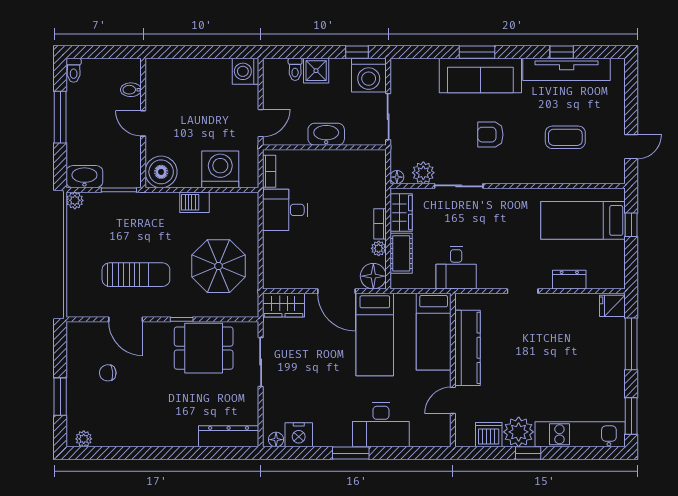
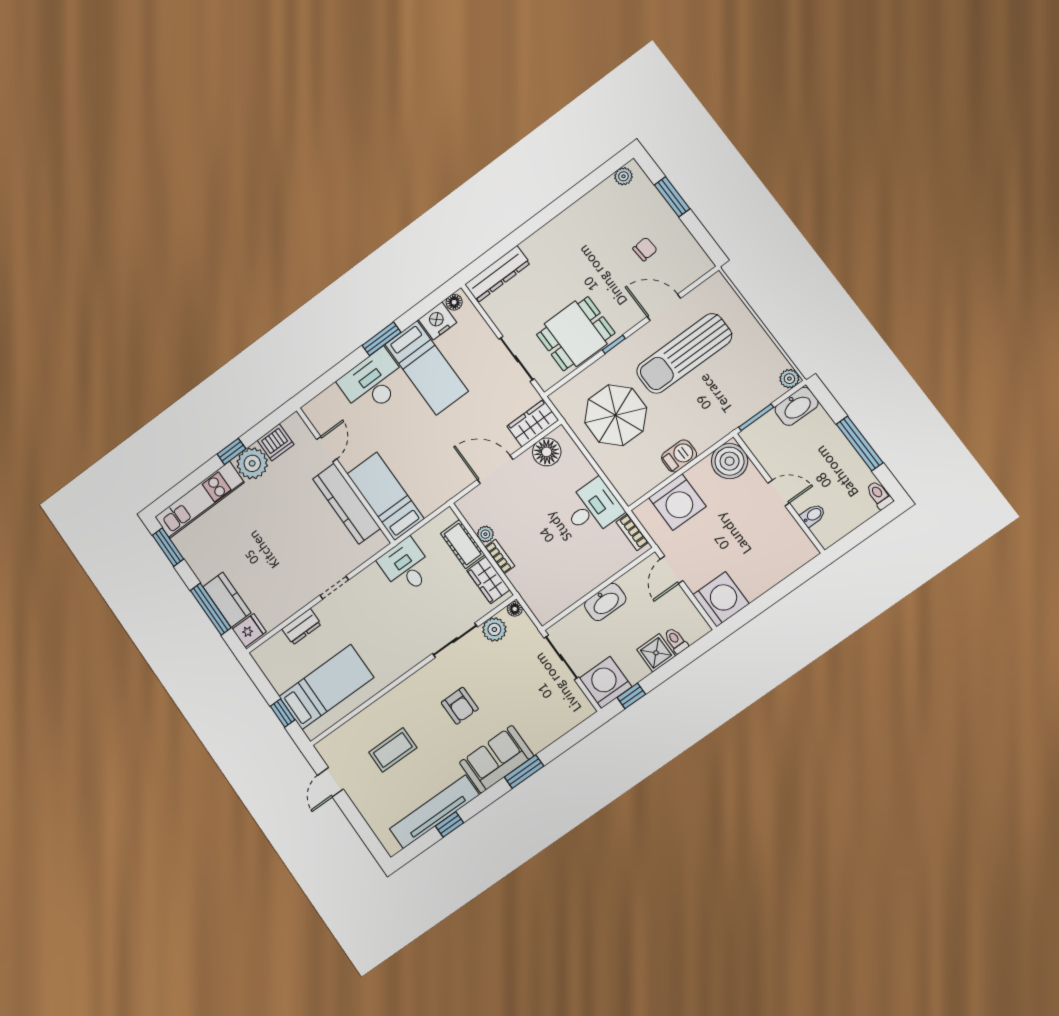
washing machine: (245, 71) -> (721, 599), width x1.37, depth x1.37
sofa: (480, 76) -> (496, 759), width x0.73
armchair: (490, 135) -> (460, 706), turned 90
sun lounger: (136, 275) -> (684, 353), width x1.36, depth x1.34
floor lamp: (373, 276) -> (547, 452), moved
bed: (375, 334) -> (427, 368), moved, turned 180
kitchen counter: (613, 342) -> (227, 600), added

